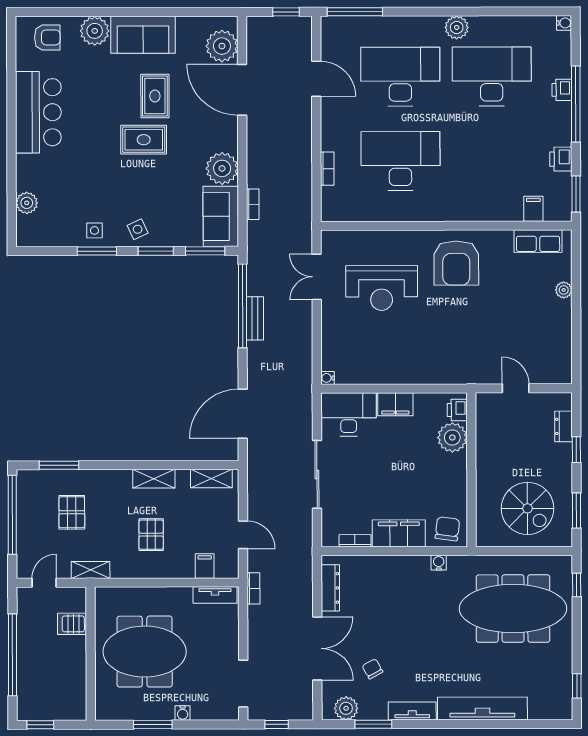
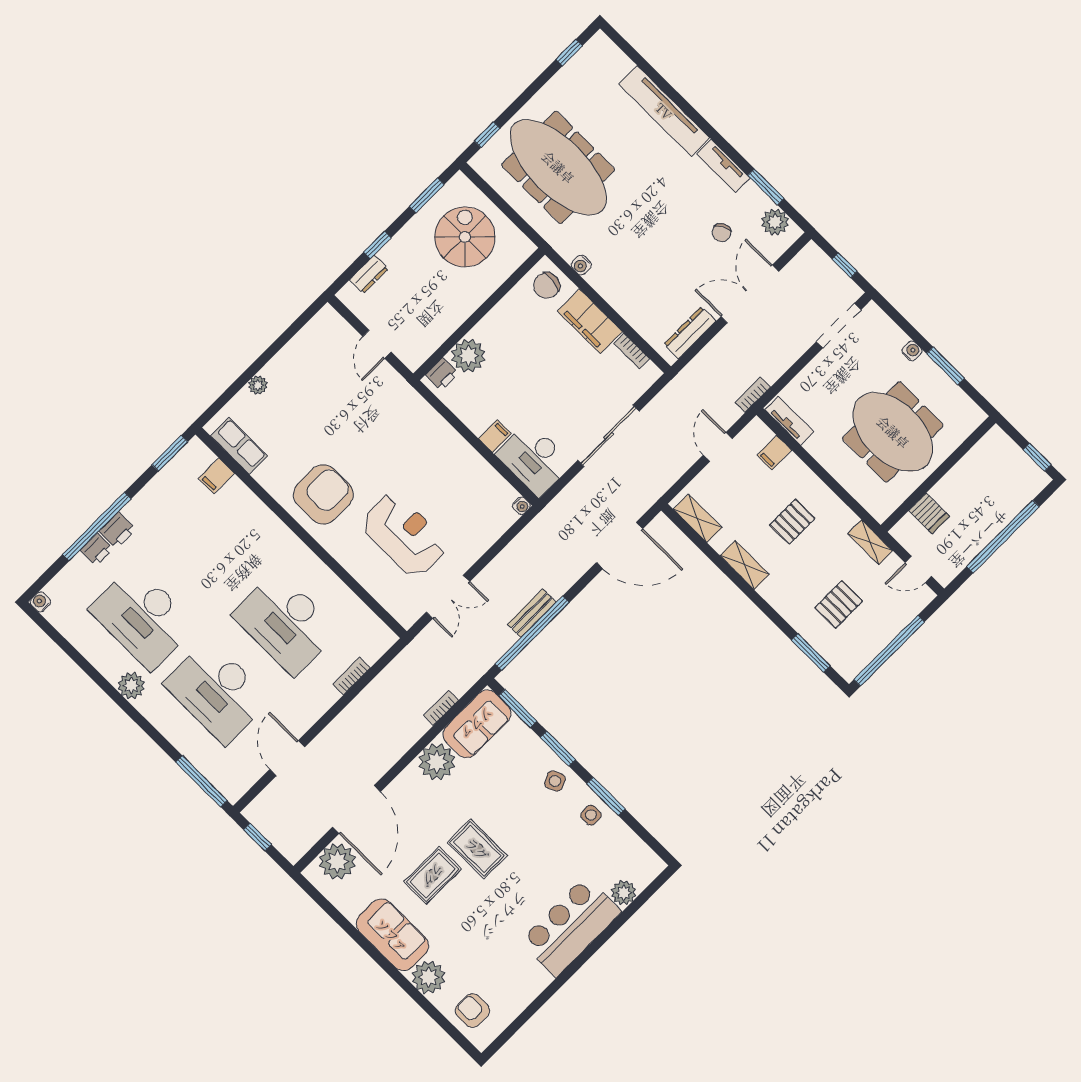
bar counter: (38, 112) -> (571, 927), moved
printer: (561, 159) -> (117, 530), moved
filing cabinet: (395, 404) -> (495, 436), width x0.50

